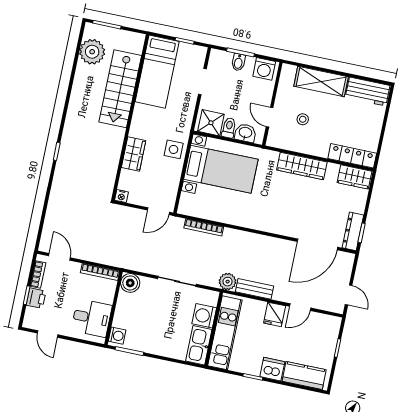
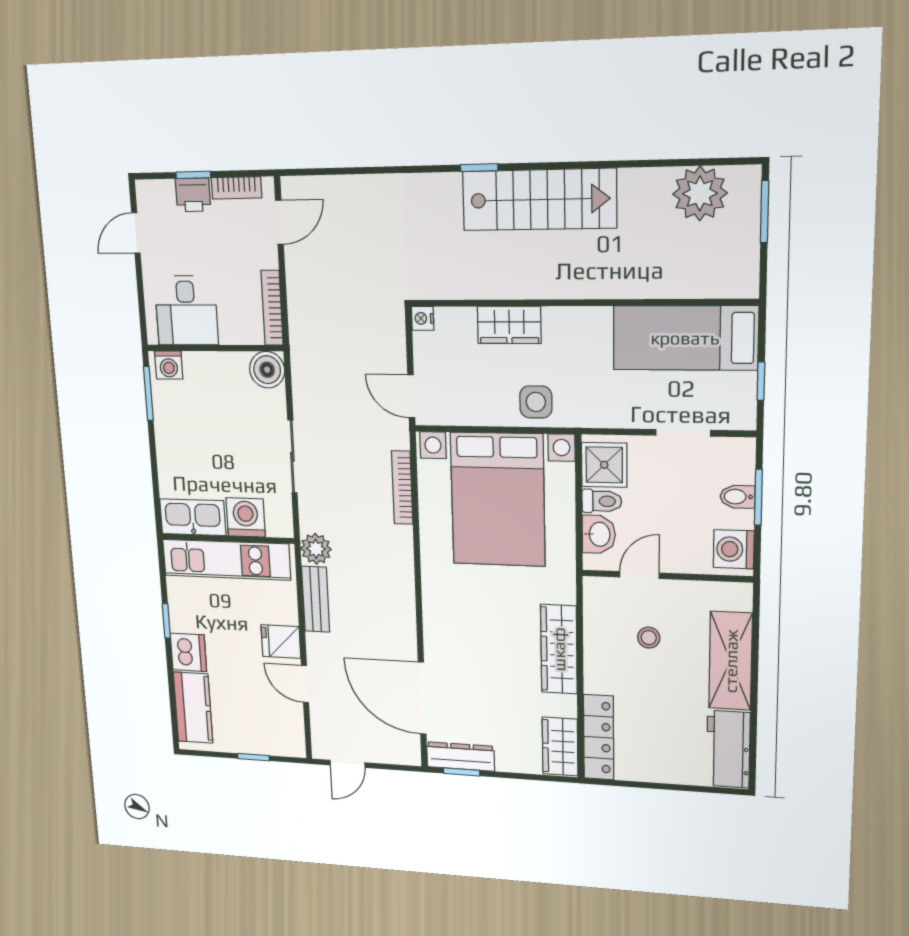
stairs: (120, 89) -> (539, 200), moved, turned 180
bed with nightstands: (221, 169) -> (498, 500), width x1.36

